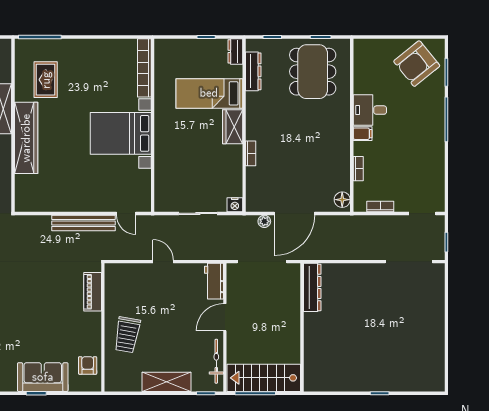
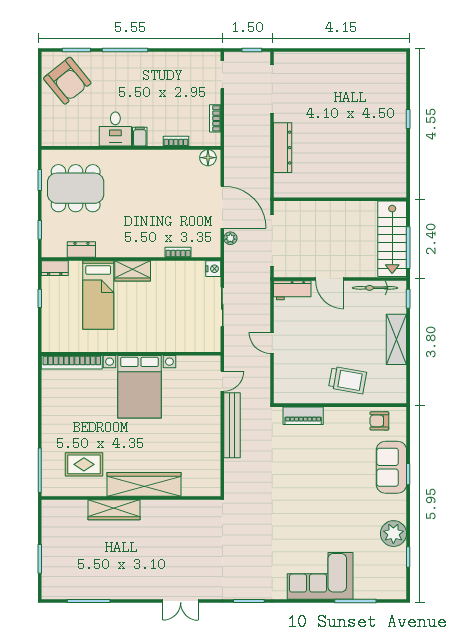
dresser: (253, 71) -> (81, 250), width x0.70
bookcase: (251, 153) -> (178, 252), moved
door: (163, 262) -> (272, 343), hinge flipped
dresser: (312, 287) -> (283, 148), moved, turned 90

